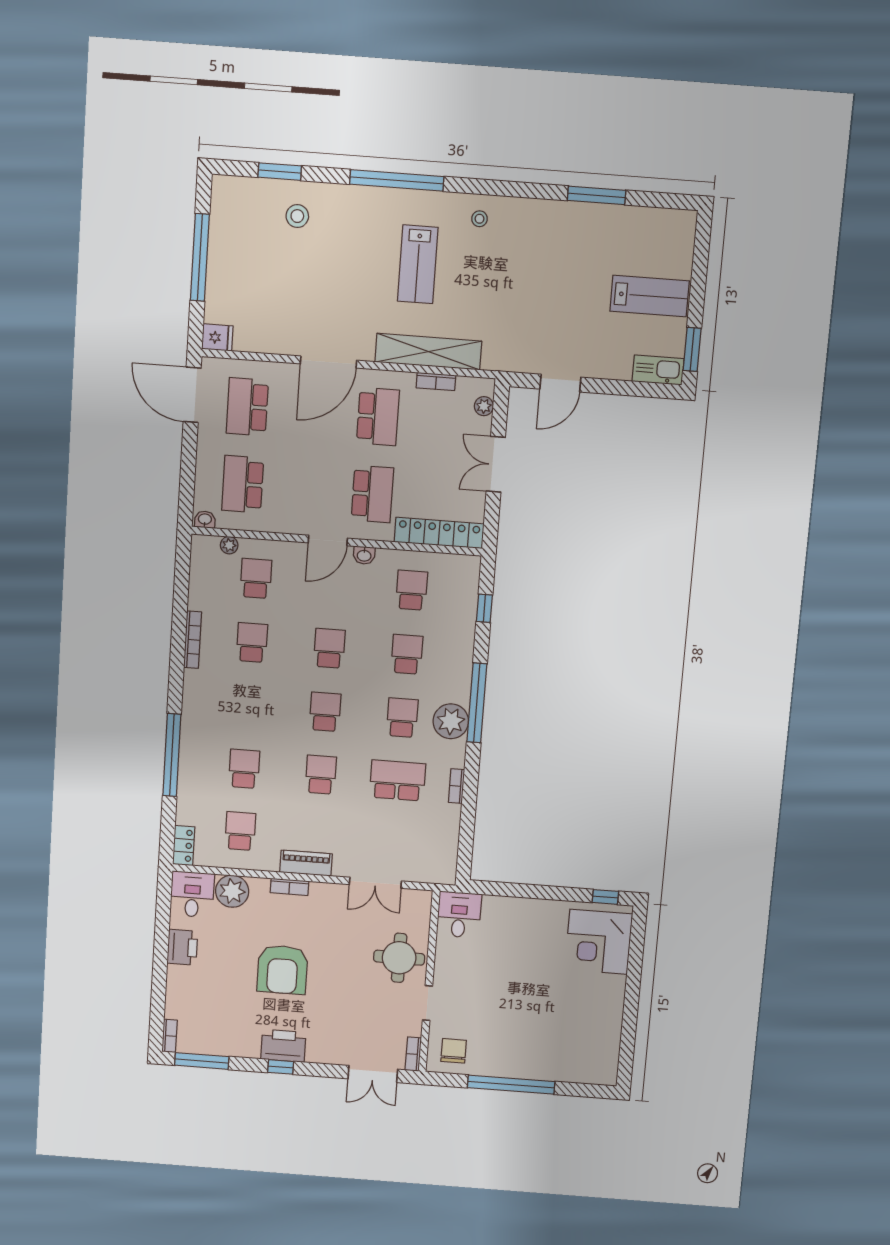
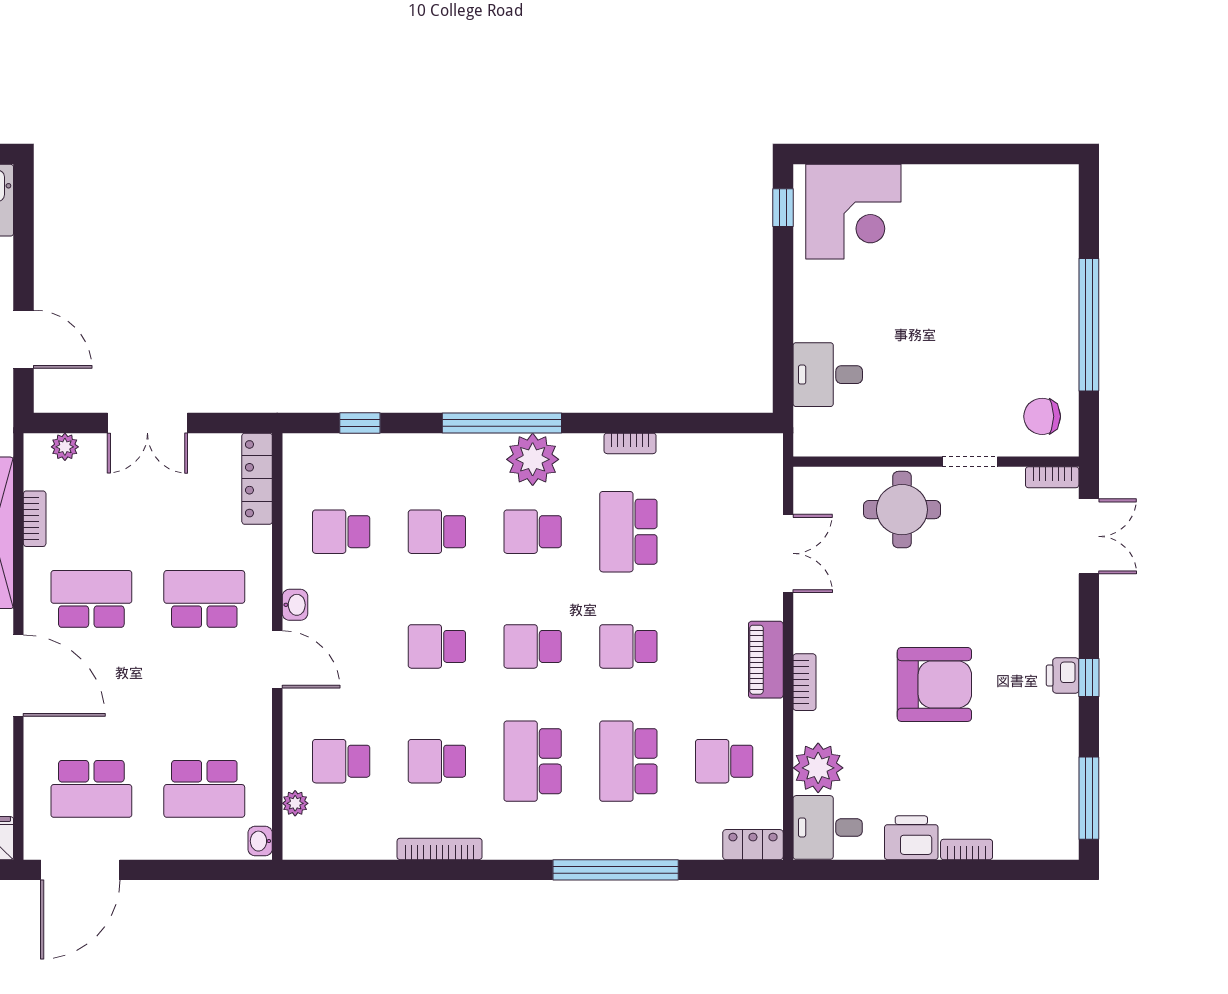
locker: (439, 533) -> (257, 479), width x0.71, depth x0.83
school desk: (248, 706) -> (533, 761), added
school desk: (244, 769) -> (628, 761), width x1.85
desk: (459, 915) -> (828, 375), moved
bookcase: (170, 1036) -> (967, 849), moved
printer: (283, 1046) -> (1063, 675), width x0.53, depth x0.68

